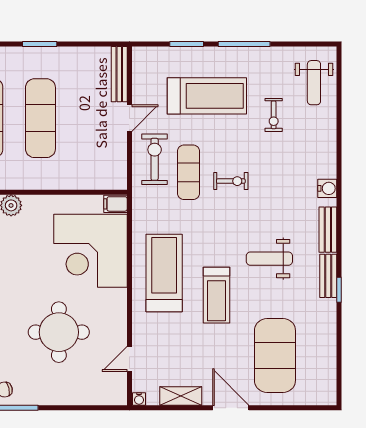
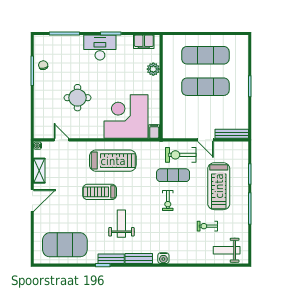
exercise bike: (155, 159) -> (181, 155), turned 180
round table: (59, 332) -> (77, 98), width x0.73, depth x0.73
exercise mat: (275, 355) -> (65, 245), moved

